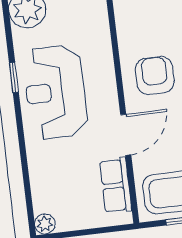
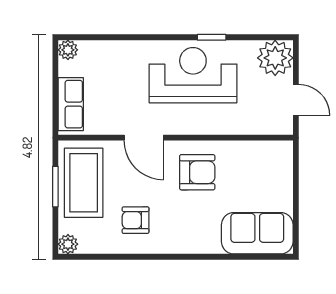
row of seats: (116, 185) -> (71, 104), moved, turned 90

